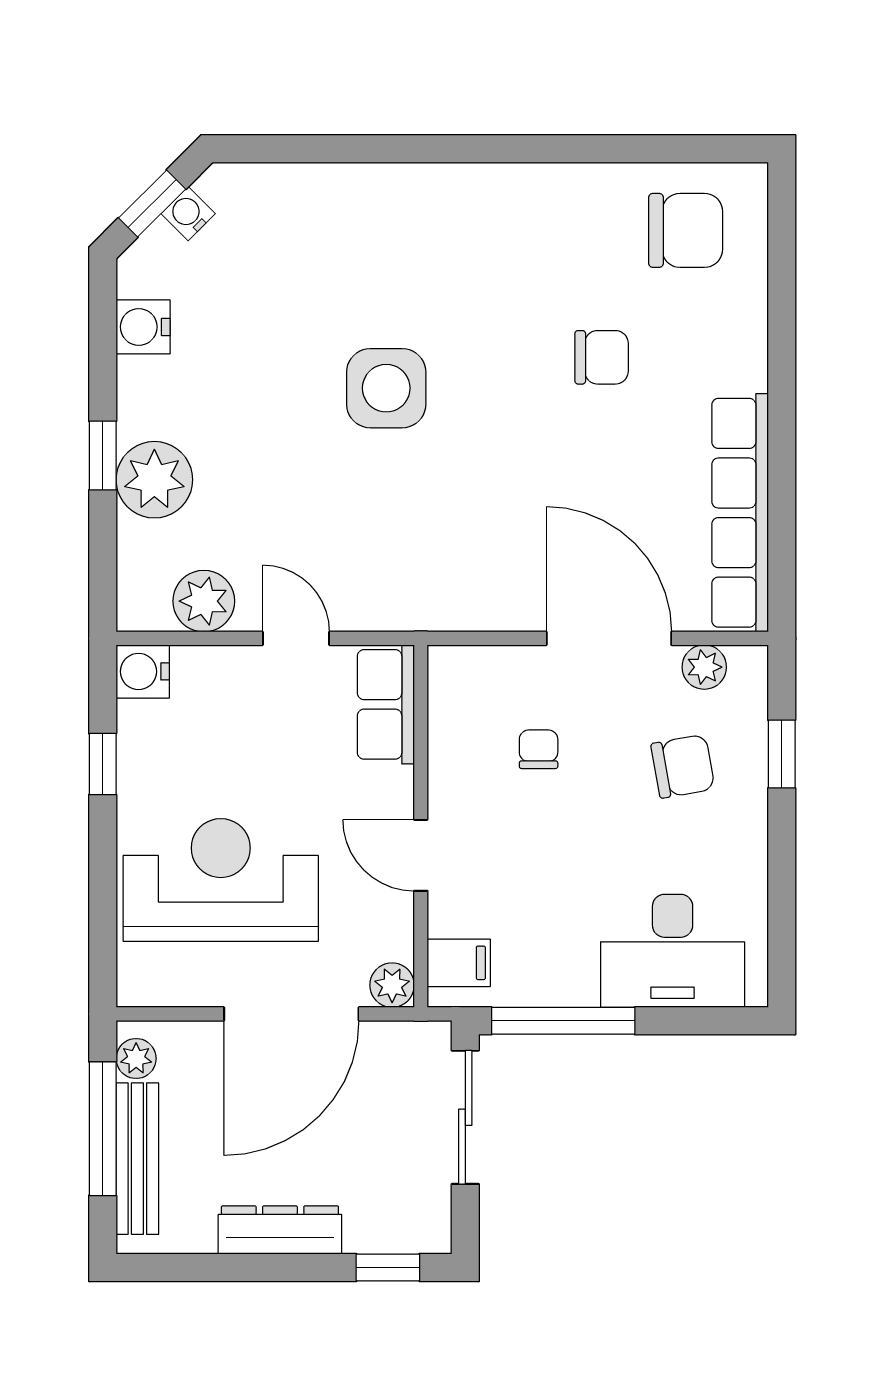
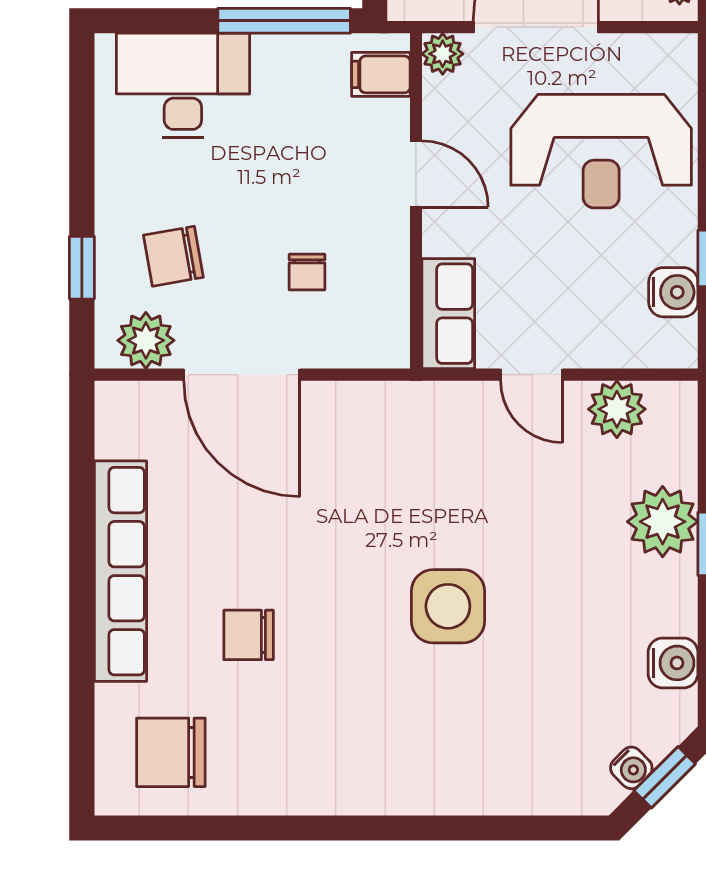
row of seats: (740, 513) -> (120, 571), moved
plant: (704, 667) -> (146, 340), width x1.38, depth x1.38
water cooler: (143, 671) -> (673, 292), moved

